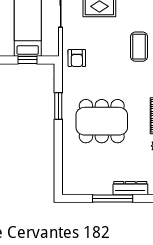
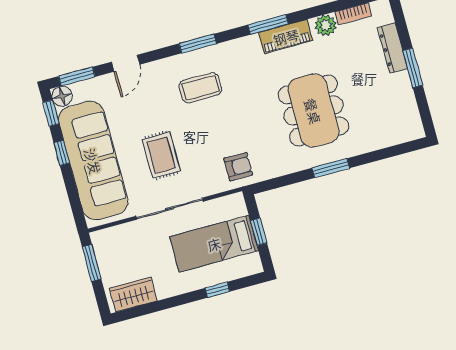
window: (58, 106) -> (331, 168), moved
window: (113, 199) -> (413, 68), width x0.69

